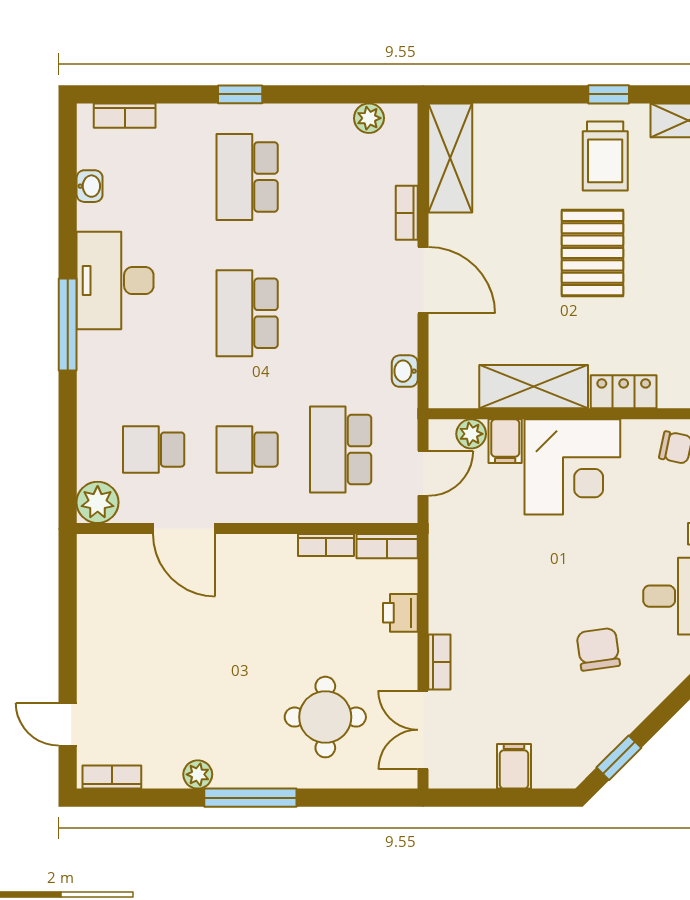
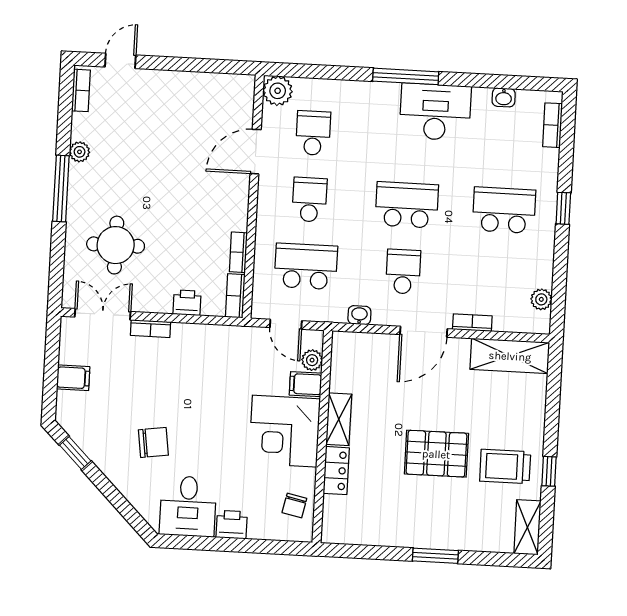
school desk: (341, 313) -> (403, 272), added
shelving: (534, 387) -> (339, 419), width x0.67, depth x0.75

